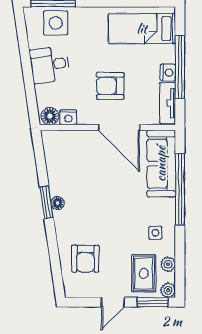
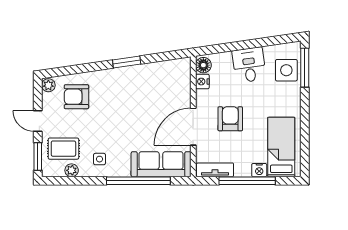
nightstand: (168, 73) -> (259, 170), moved
floor lamp: (58, 203) -> (126, 72), removed
plant: (168, 290) -> (48, 85), moved

